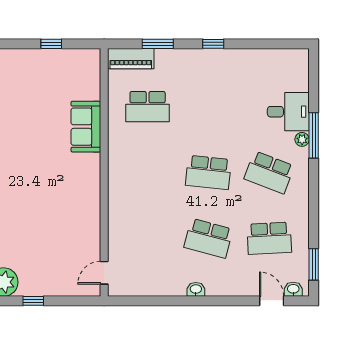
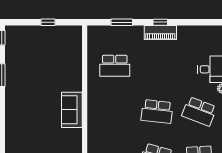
piano: (131, 59) -> (160, 32), moved
sofa: (86, 127) -> (72, 110), moved

